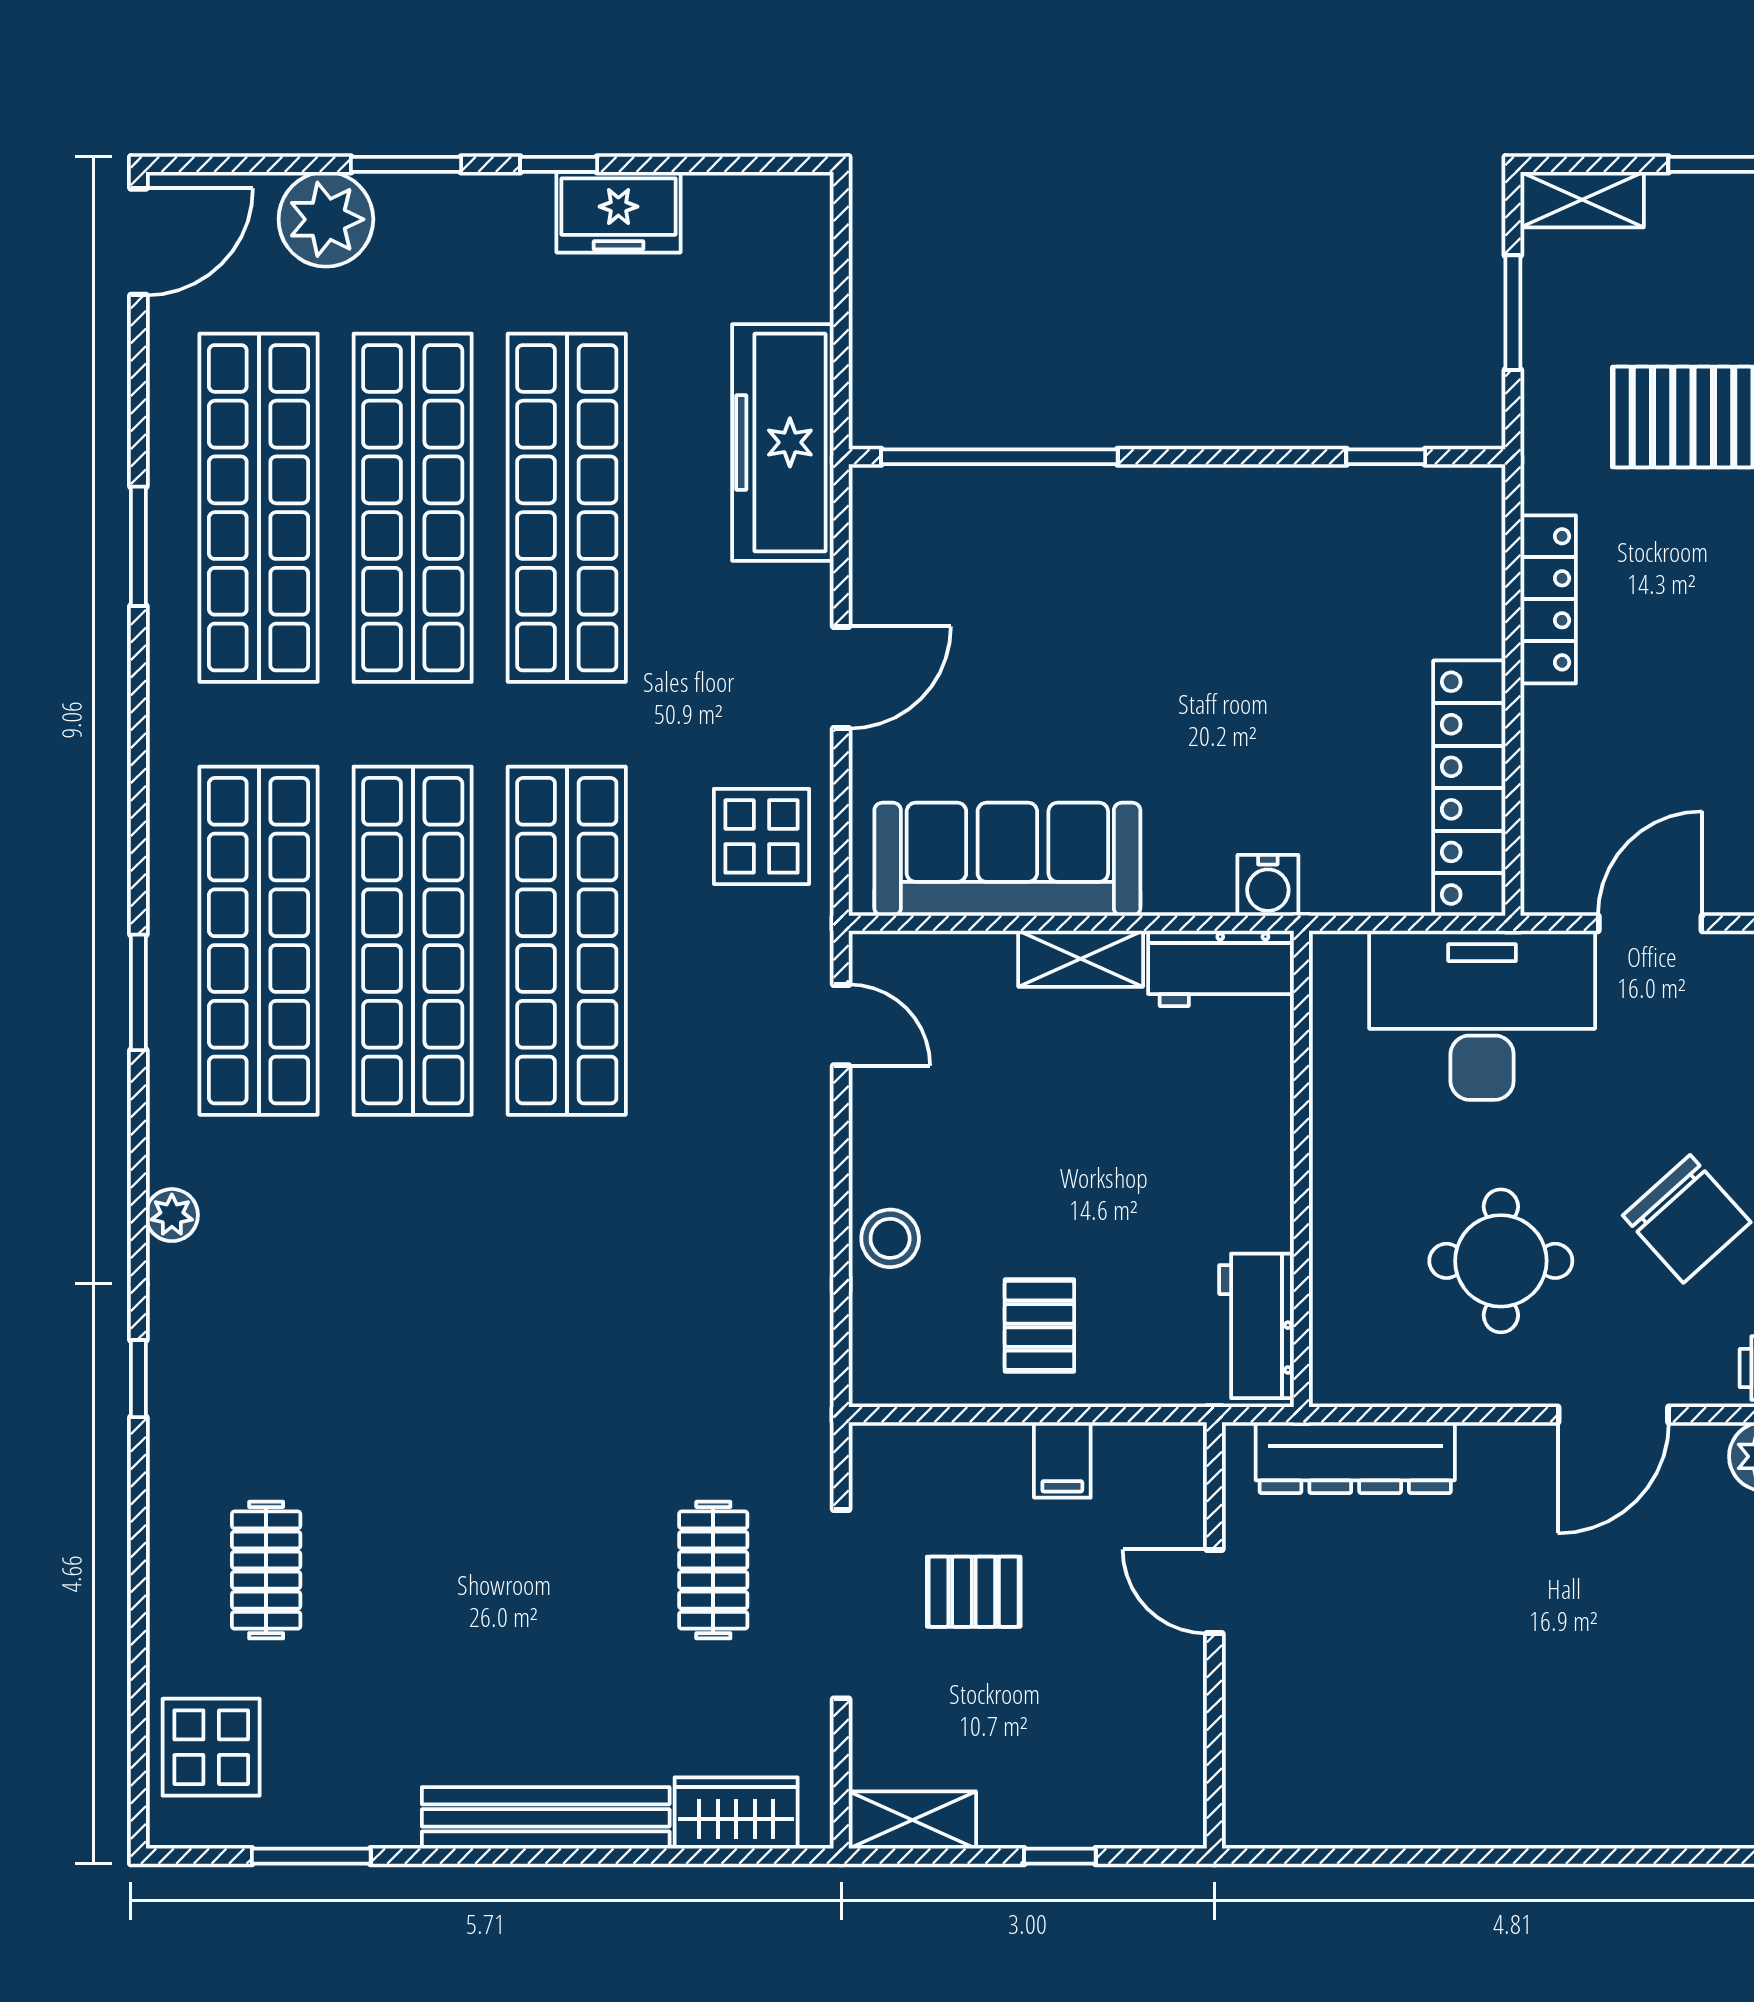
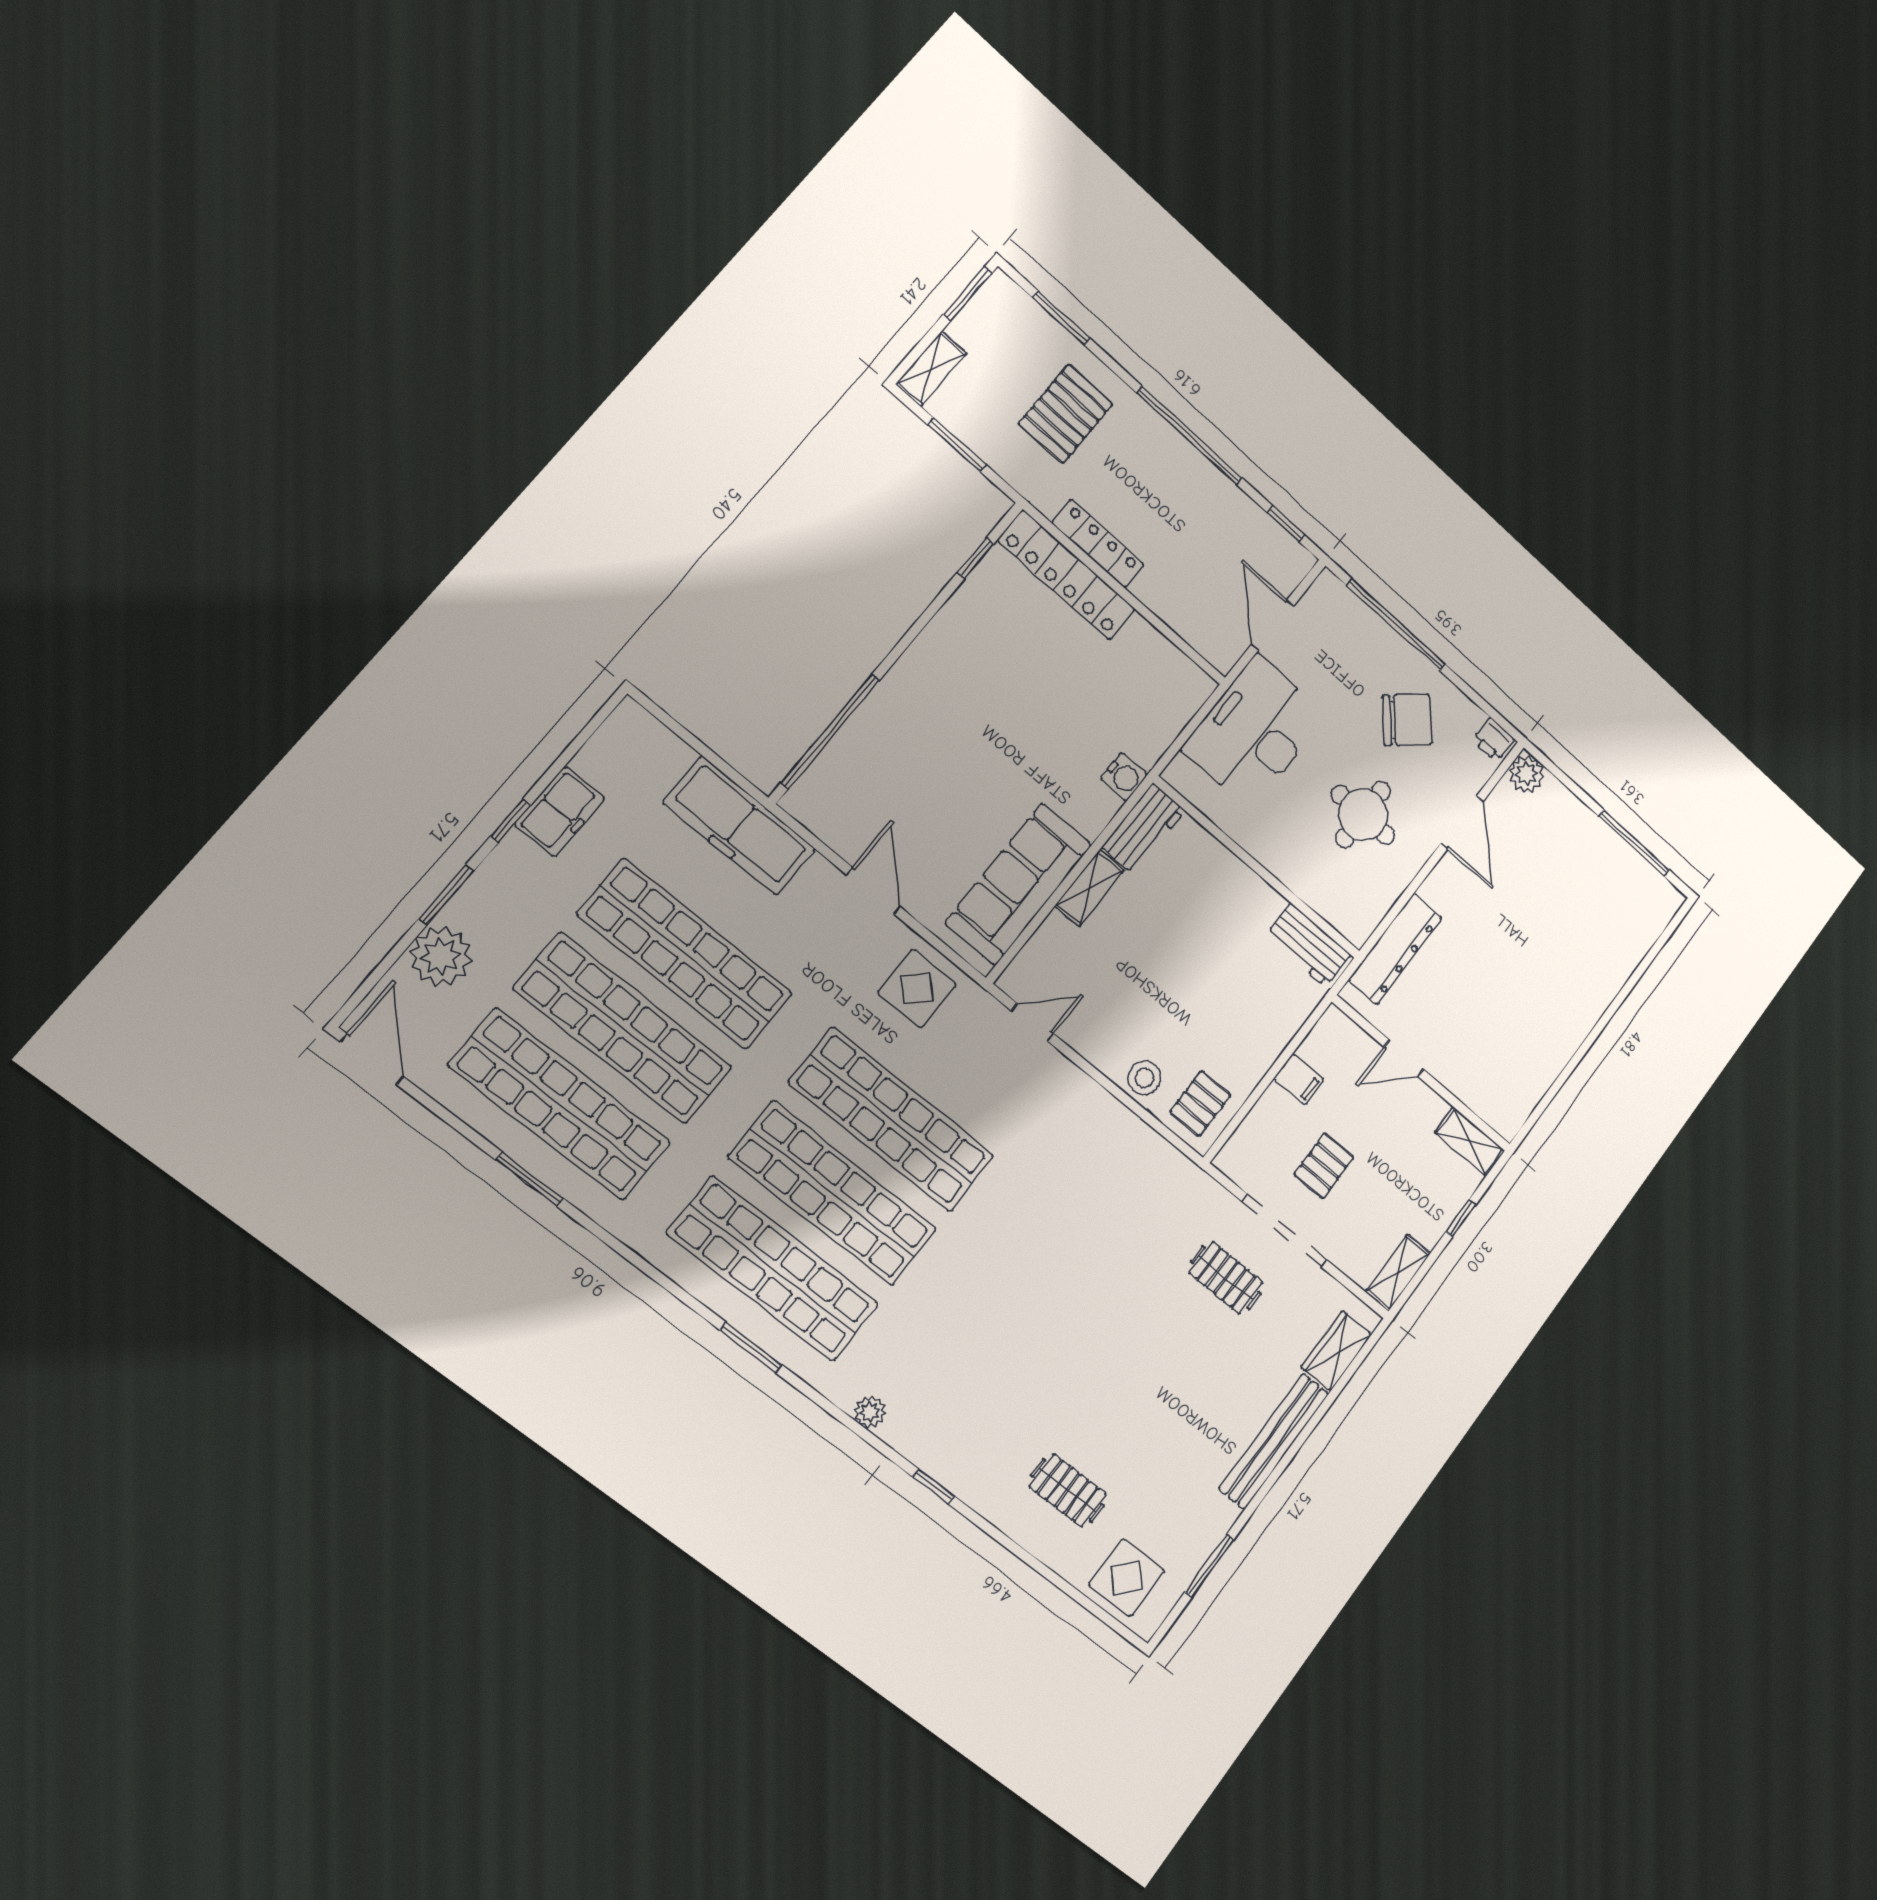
locker: (1469, 788) -> (1066, 575), moved
pallet: (1039, 1325) -> (1200, 1104), moved, turned 90
shelving: (1178, 1784) -> (1470, 1141), added

